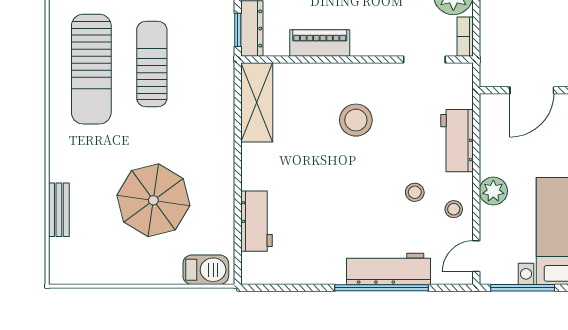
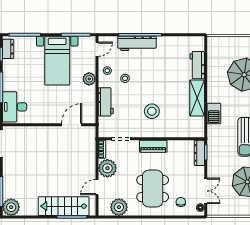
piano: (320, 43) -> (153, 146), moved
shelving: (257, 102) -> (197, 98), moved
barbecue: (206, 270) -> (214, 114), moved, turned -90

